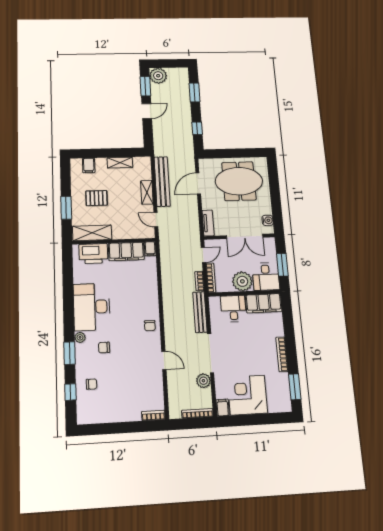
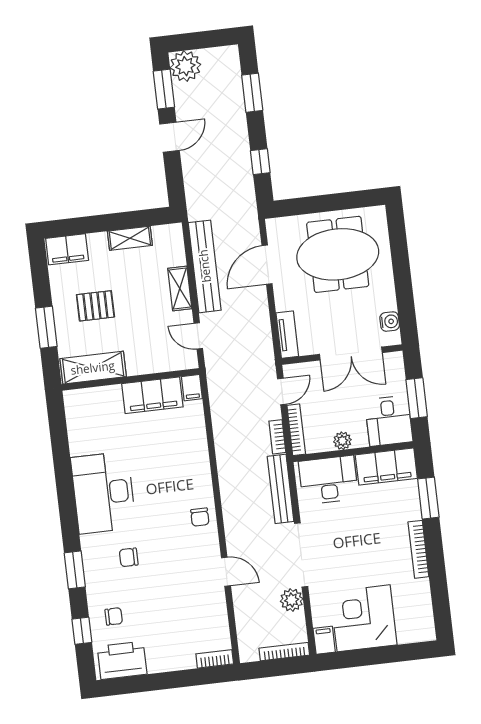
filing cabinet: (89, 165) -> (67, 249), width x2.00
printer: (93, 254) -> (122, 660), moved, turned 180
plant: (242, 281) -> (342, 441), width x0.53, depth x0.53
desk: (233, 309) -> (328, 480), width x1.37
plant: (80, 337) -> (89, 544), removed
window: (295, 387) -> (428, 498), moved

